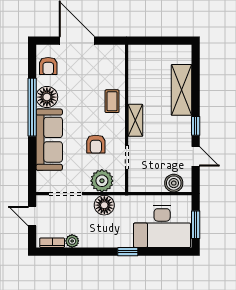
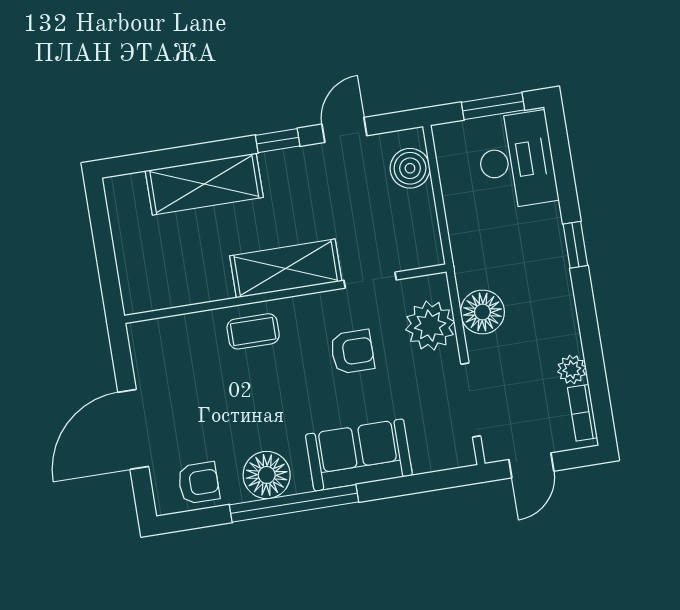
shelving: (135, 120) -> (286, 268), width x1.50, depth x1.33
sofa: (49, 140) -> (359, 455), width x0.73
desk: (162, 226) -> (516, 160), width x0.73, depth x0.77

